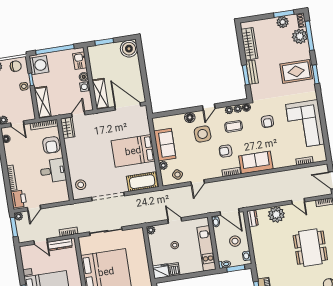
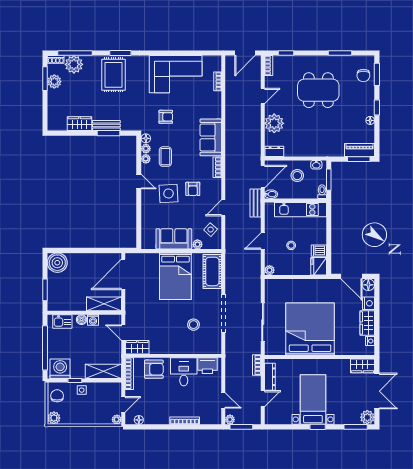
wardrobe: (249, 44) -> (80, 124), width x0.67
floor lamp: (190, 117) -> (147, 205), removed
armchair: (226, 151) -> (193, 189), moved
door: (198, 182) -> (223, 208), swing flipped
stool: (81, 185) -> (193, 325), moved
printer: (19, 199) -> (207, 366), moved, turned 180
bench: (206, 209) -> (256, 203), added

